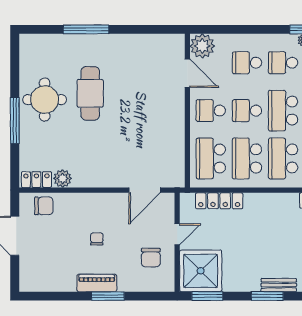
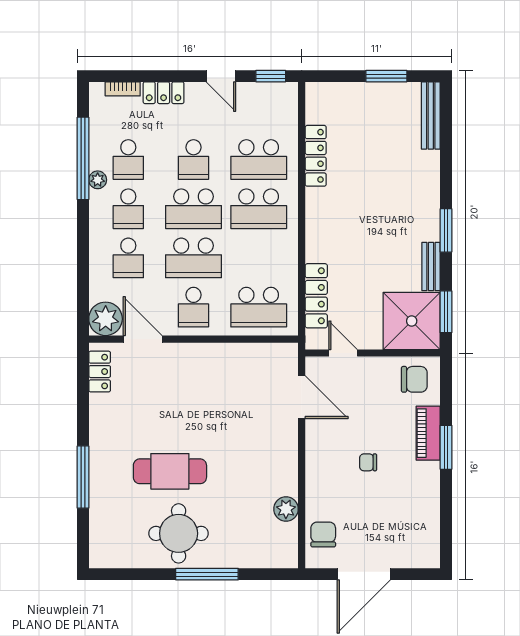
door: (187, 73) -> (143, 339), hinge flipped
school desk: (247, 111) -> (193, 258), width x1.85
school desk: (247, 158) -> (259, 258), removed
locker: (36, 180) -> (100, 372), moved, turned 180
door: (177, 234) -> (343, 353), moved
chair: (151, 258) -> (414, 379), moved
piano: (97, 283) -> (428, 433), moved
bench: (279, 285) -> (431, 267), moved

